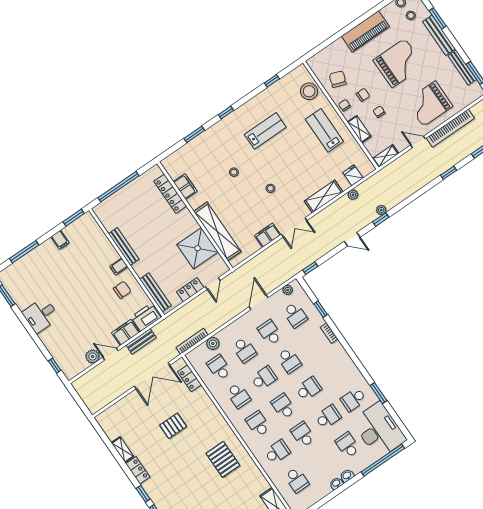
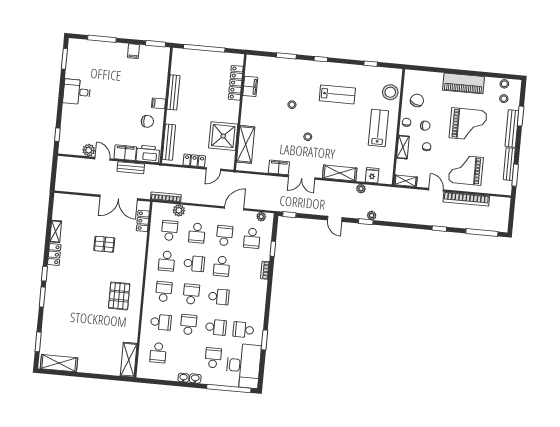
shelving: (217, 231) -> (246, 144), width x0.68

